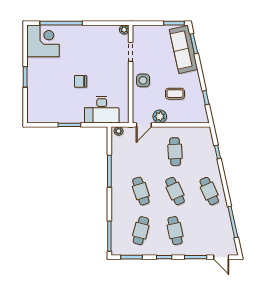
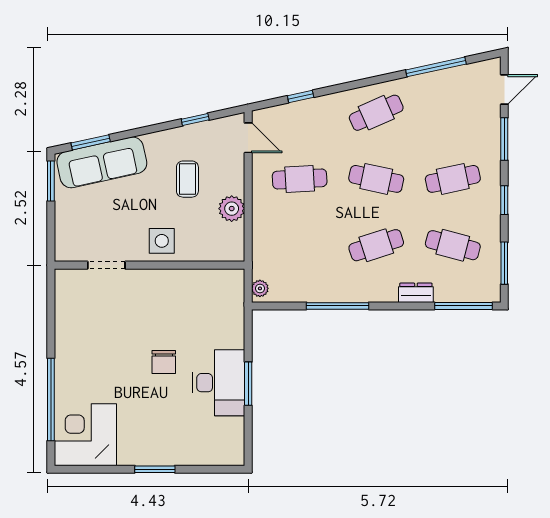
plant: (124, 30) -> (63, 278), removed
desk: (102, 110) -> (219, 383), moved
door: (144, 125) -> (248, 138), moved
cafe table: (175, 191) -> (376, 179), turned 36
dresser: (116, 212) -> (416, 293), added

